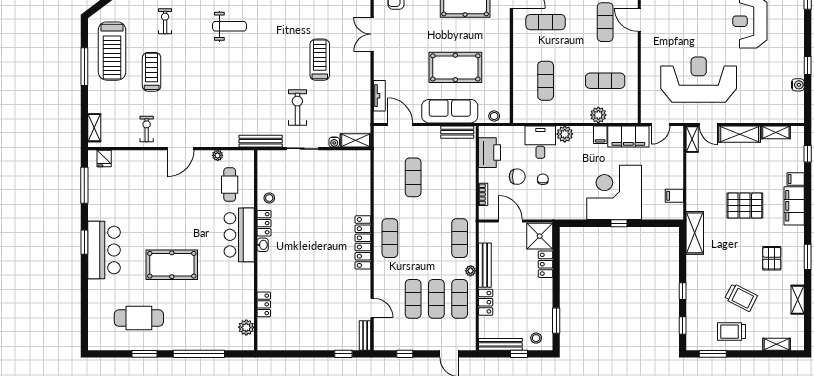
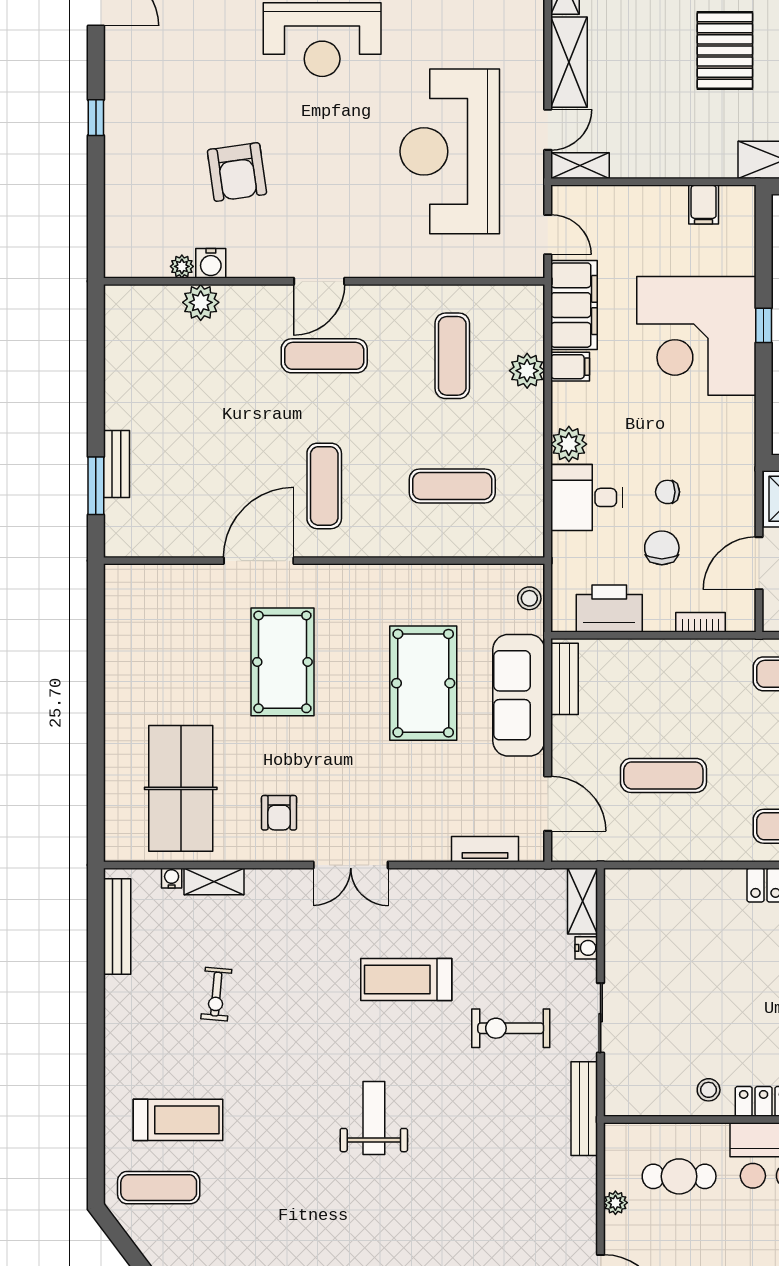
weight bench: (229, 26) -> (374, 1118), moved
door: (400, 124) -> (548, 804), swing flipped

